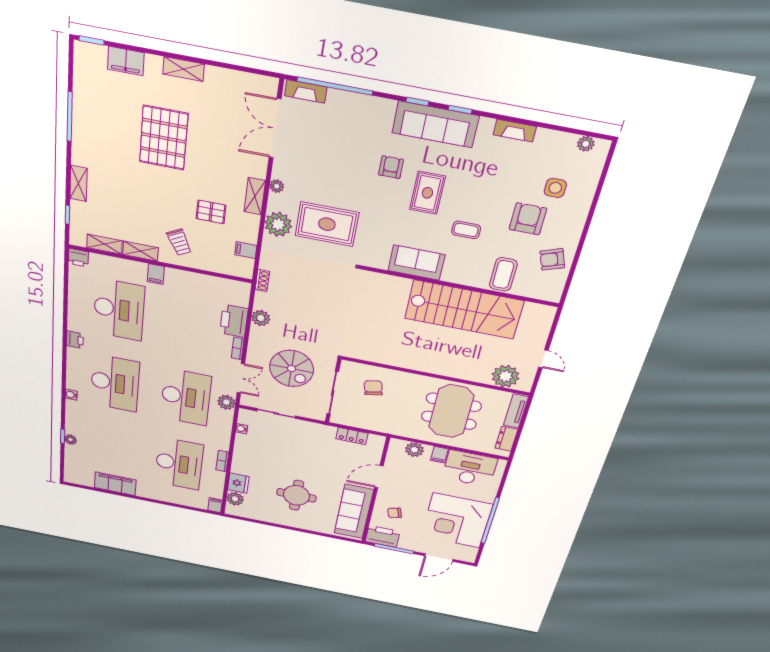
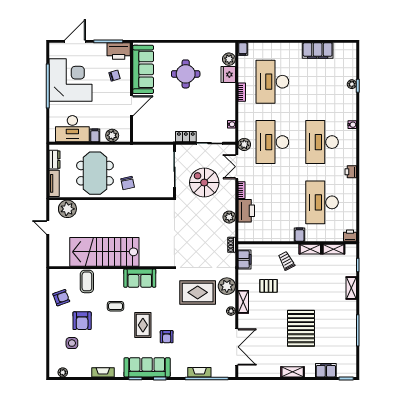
fireplace: (306, 91) -> (199, 372), moved
filing cabinet: (246, 250) -> (244, 259), width x2.00
chair: (373, 388) -> (128, 183), moved
locker: (352, 436) -> (186, 137), moved

